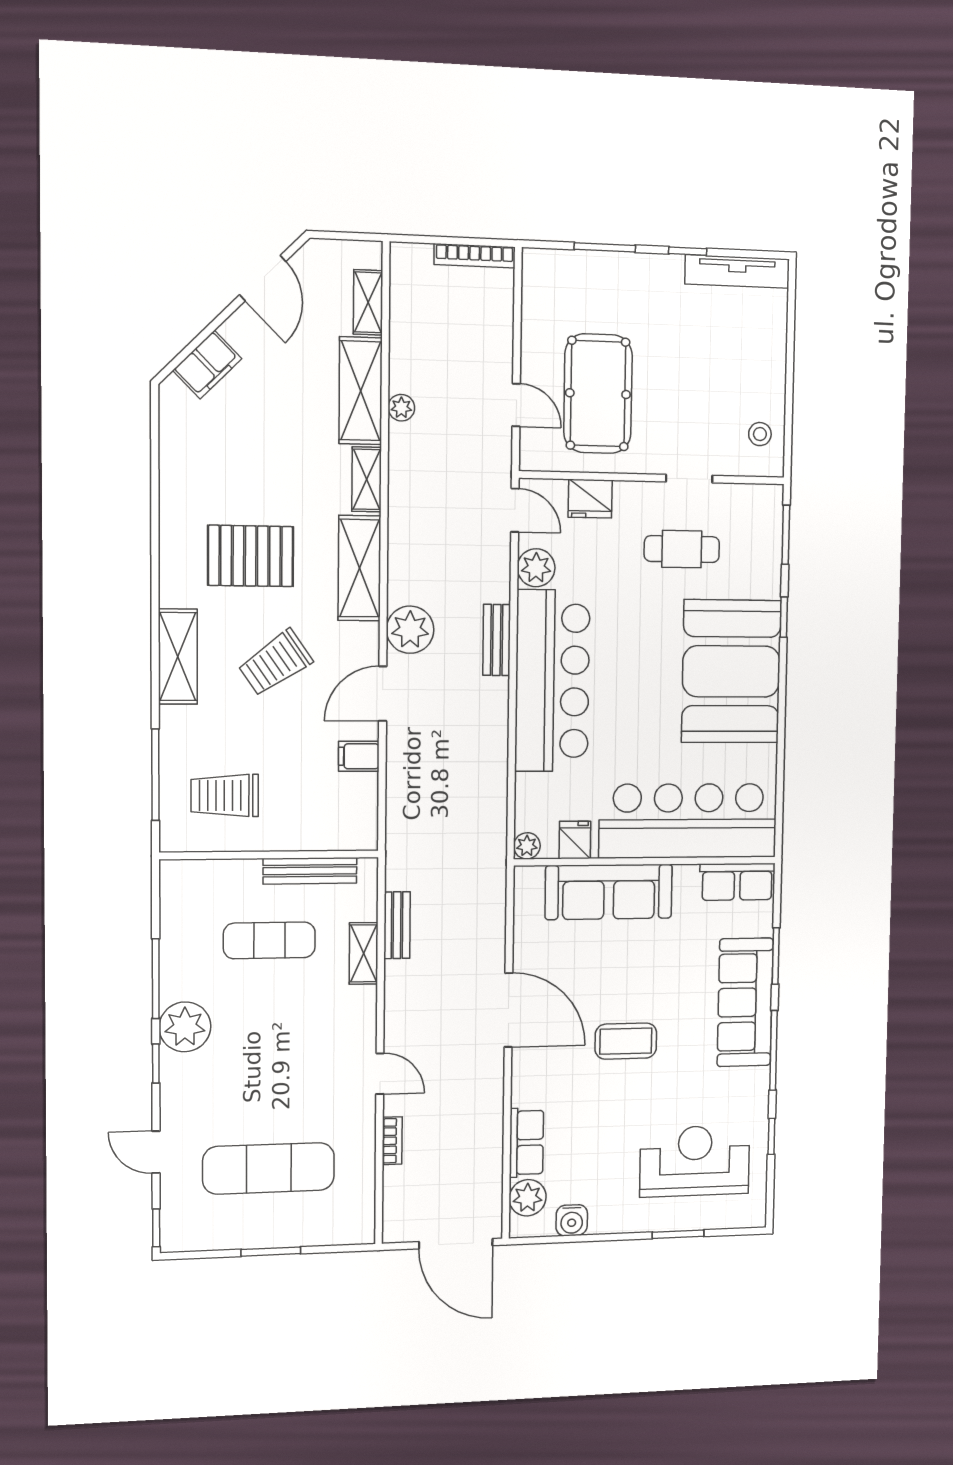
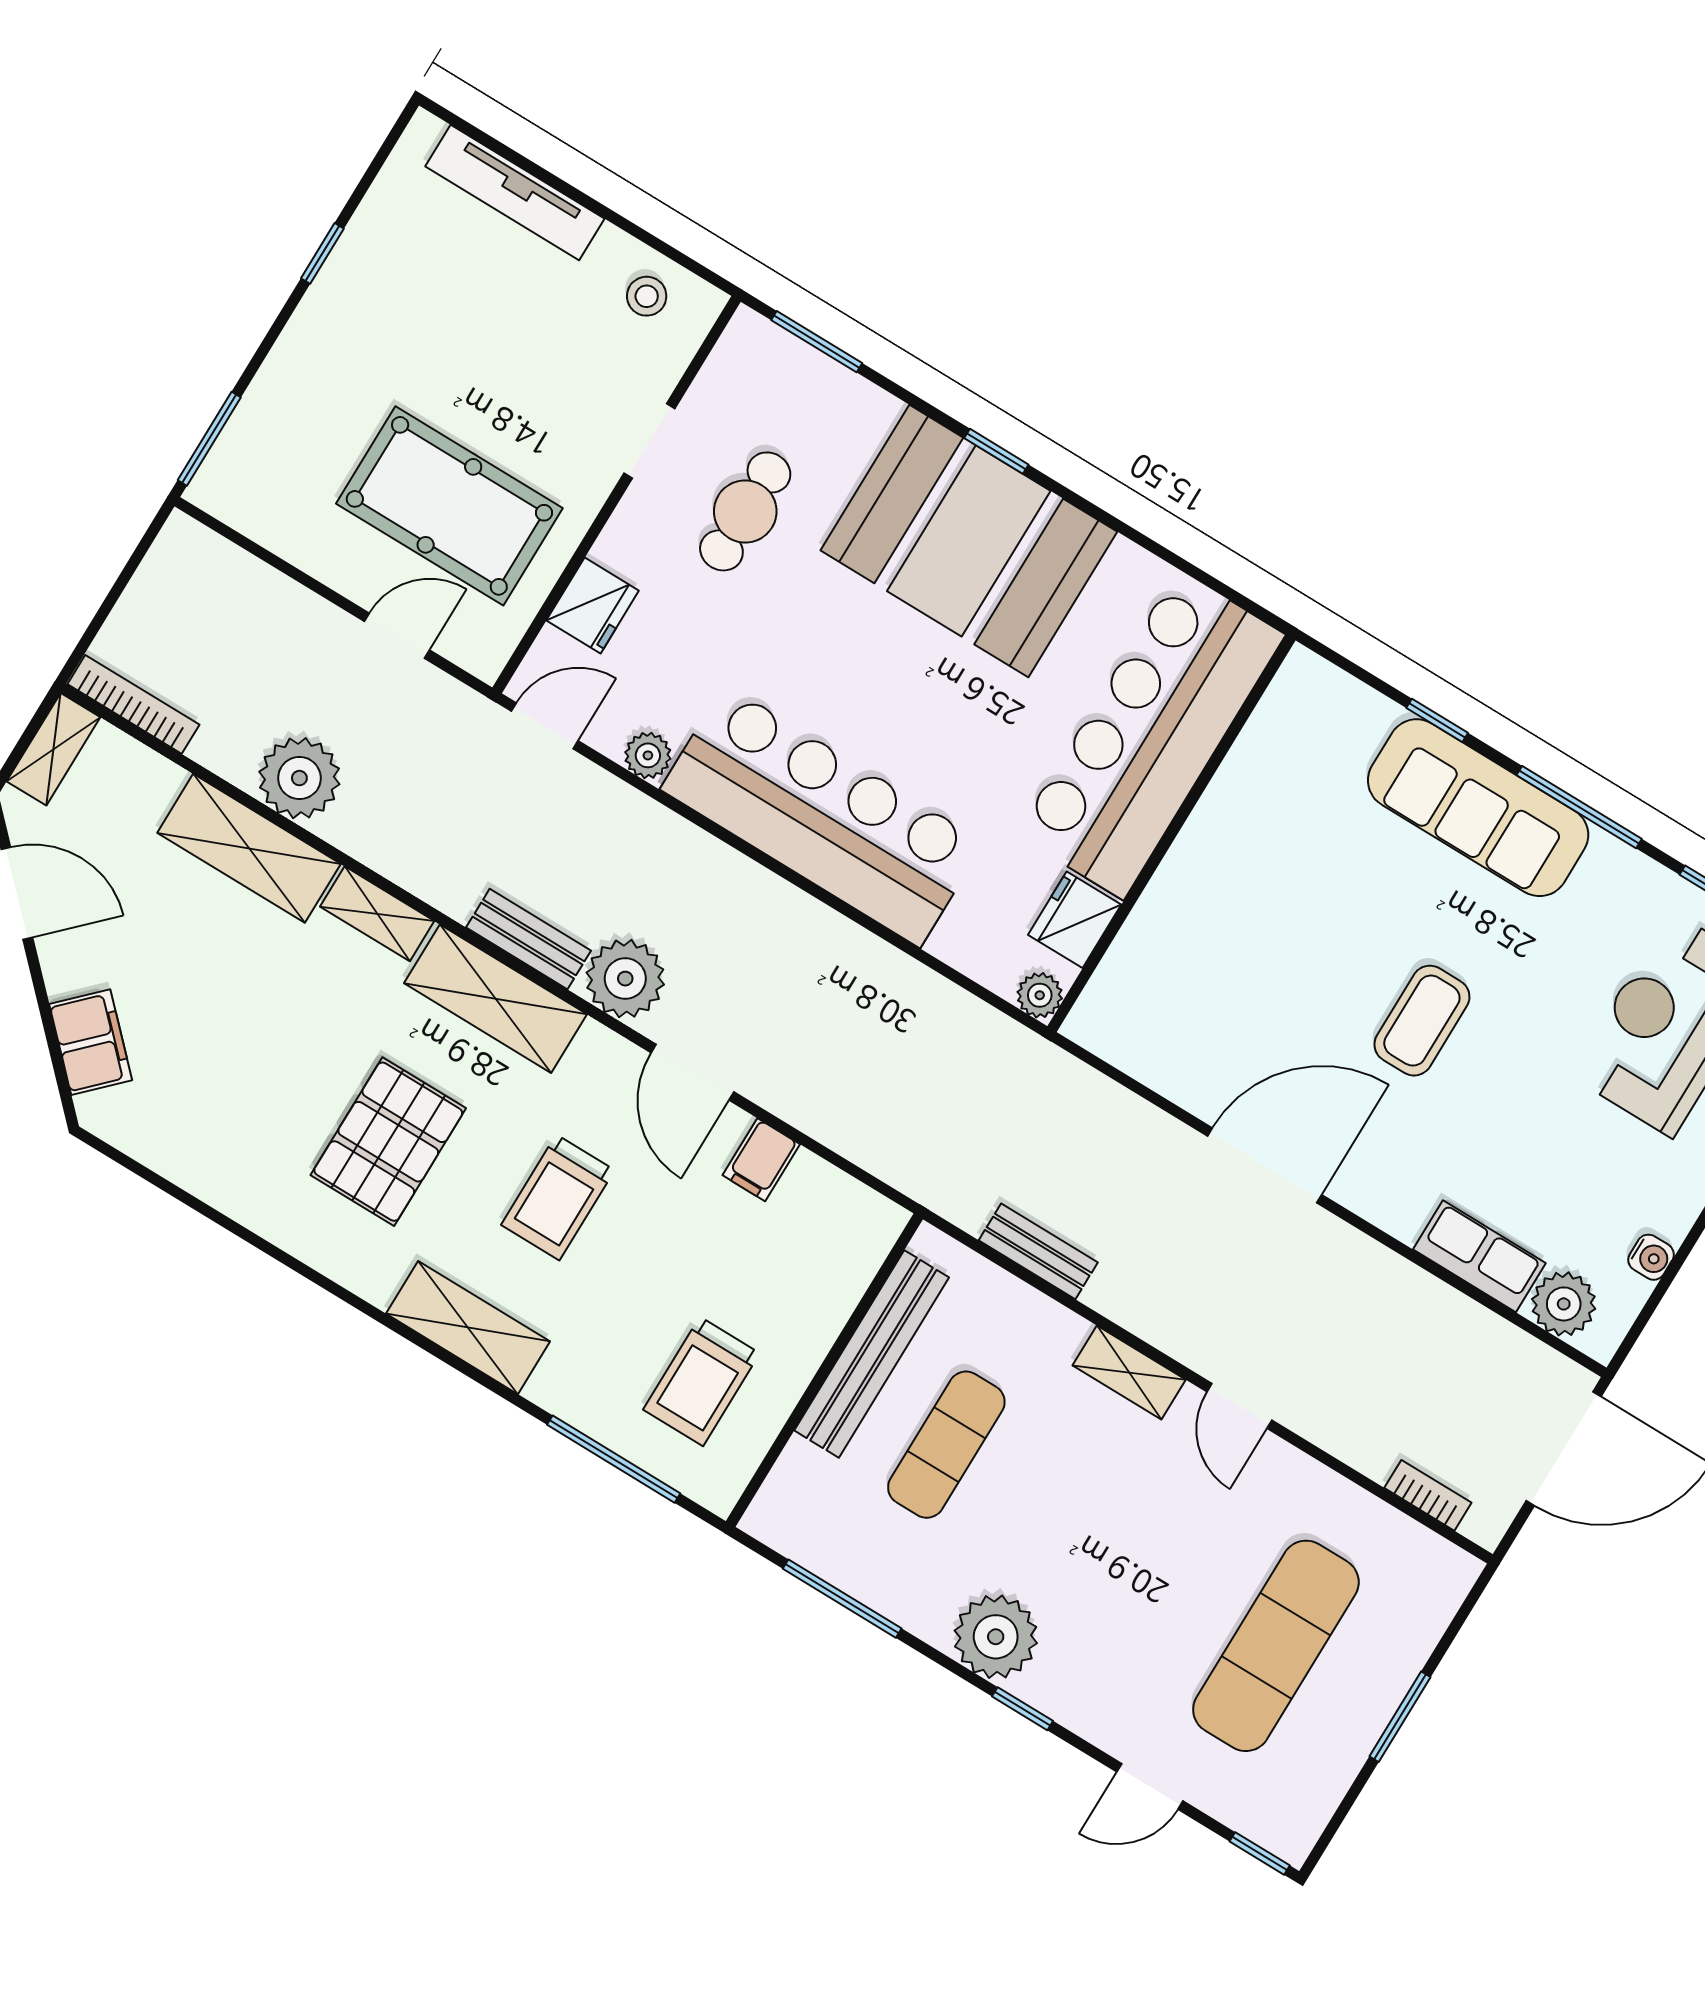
window: (605, 247) -> (209, 439), moved
bookcase: (475, 256) -> (133, 704), moved, turned -90
tv unit: (737, 271) -> (515, 192), moved, turned 90
shelving: (368, 302) -> (53, 749), moved, turned 90
plant: (401, 408) -> (299, 778), width x1.88, depth x1.88
plant: (536, 568) -> (648, 755), width x0.73, depth x0.73
window: (784, 617) -> (996, 451), moved
bench: (497, 640) -> (529, 939), moved
trolley: (275, 663) -> (558, 1198), turned 35
fridge: (575, 840) -> (1075, 920), width x1.38
bench: (310, 871) -> (872, 1354), width x1.37, depth x1.21
row of seats: (737, 882) -> (1288, 714), removed
sofa: (609, 892) -> (1183, 915), removed
shelving: (364, 953) -> (1129, 1372), moved
window: (776, 956) -> (1437, 720), width x0.67
window: (156, 979) -> (842, 1599), moved
door: (380, 1074) -> (1239, 1406), swing flipped
bookcase: (392, 1141) -> (1428, 1495), moved
water cooler: (572, 1220) -> (1651, 1257), width x0.72, depth x0.72

